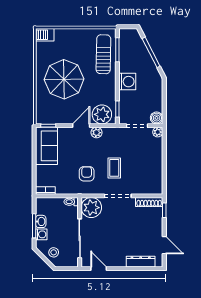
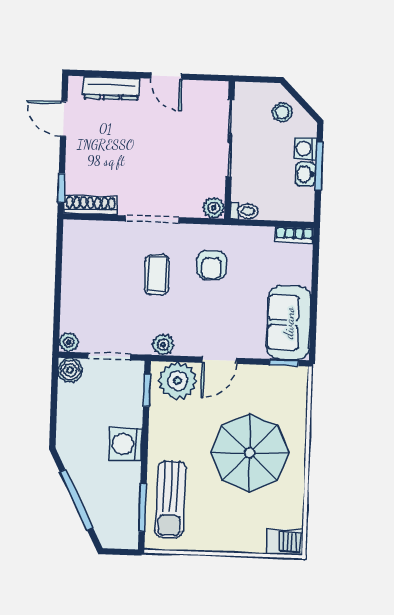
plant: (97, 133) -> (163, 345), moved
plant: (91, 208) -> (214, 208), width x0.53, depth x0.53
door: (99, 269) -> (166, 76), moved

